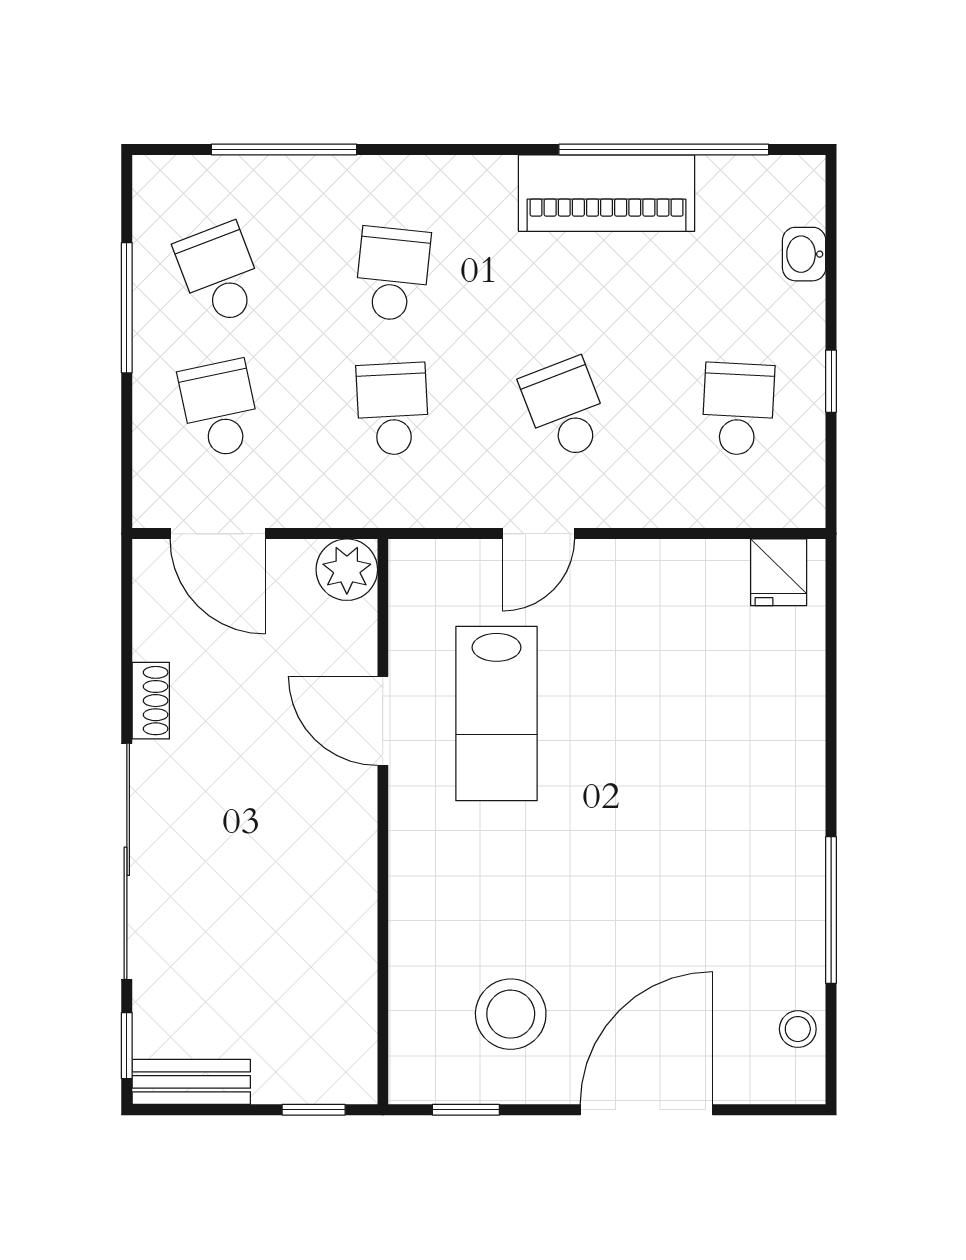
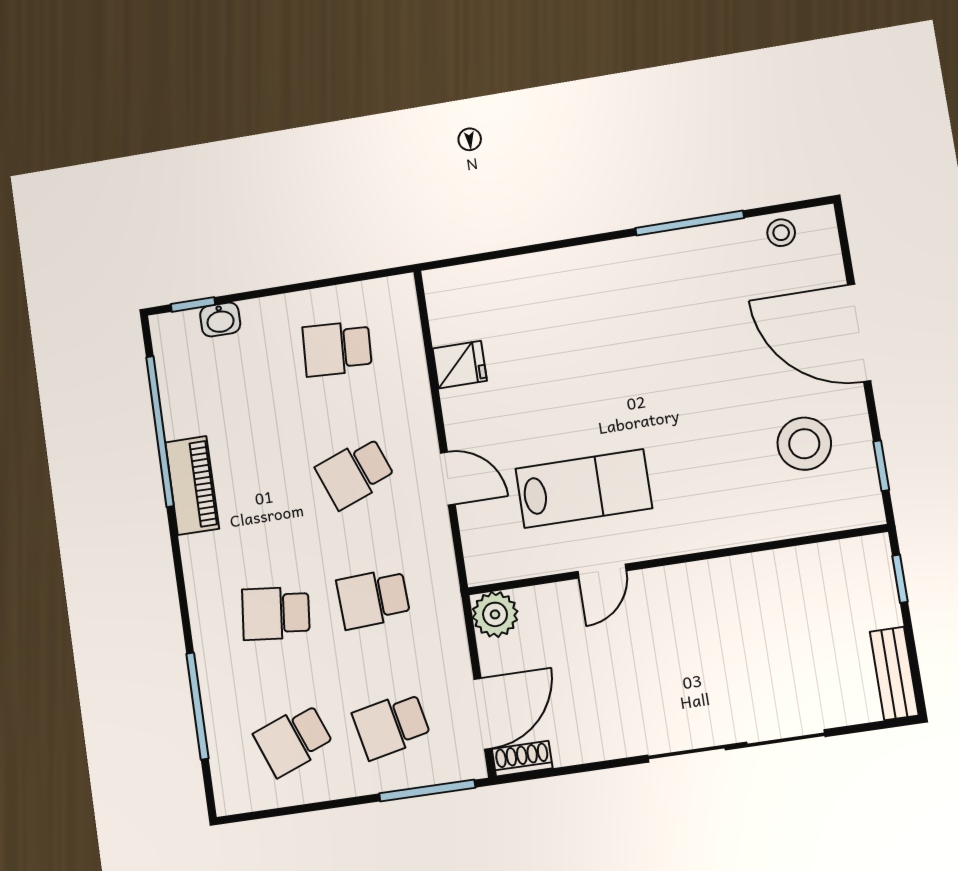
piano: (607, 193) -> (192, 486), width x0.73, depth x0.75
window: (127, 308) -> (427, 791), moved
window: (831, 381) -> (193, 304), moved
fridge: (779, 572) -> (460, 365), moved
shoe rack: (151, 701) -> (522, 759), moved
door: (383, 721) -> (602, 571), width x0.73
window: (127, 1046) -> (875, 726), removed

